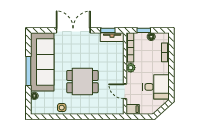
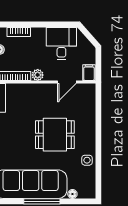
dining table: (82, 82) -> (55, 135), turned 90

